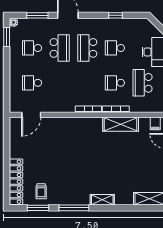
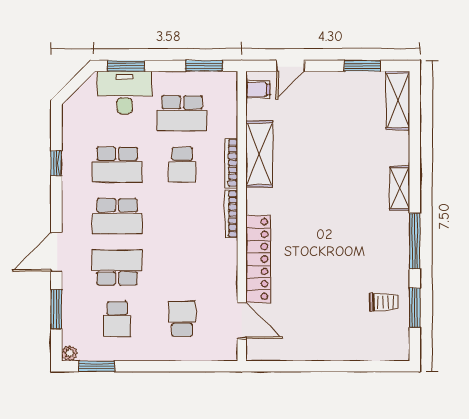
school desk: (115, 48) -> (117, 165), width x1.85
school desk: (32, 83) -> (182, 319), turned 180
locker: (16, 182) -> (258, 259), moved, turned 90

